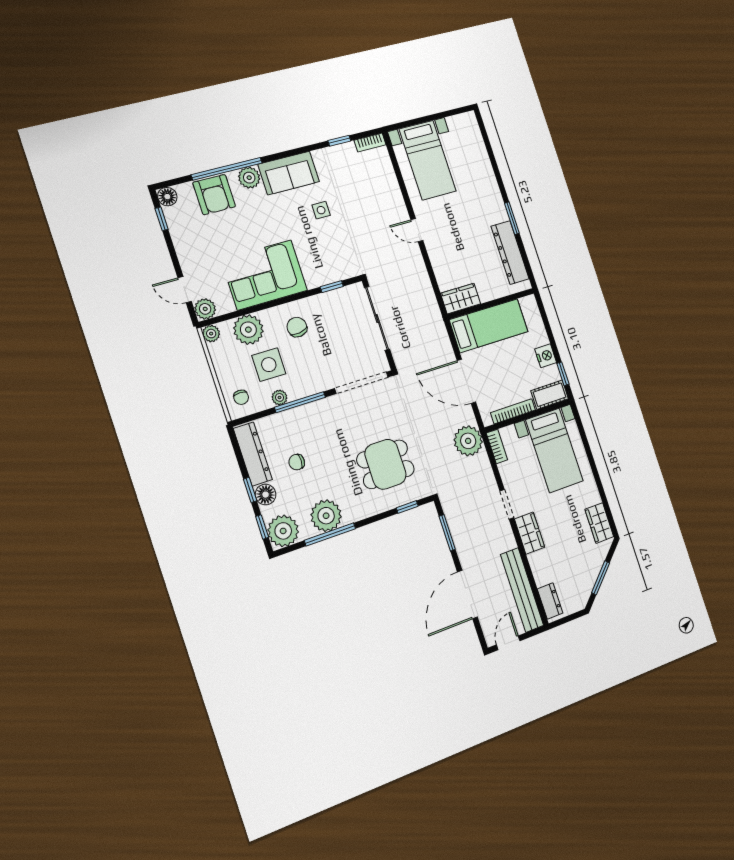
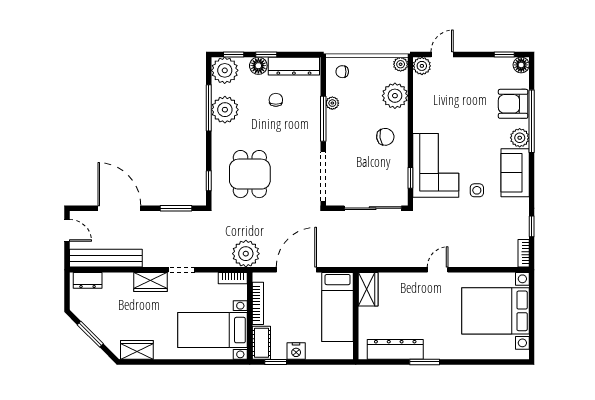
bed with nightstands: (428, 160) -> (496, 311), width x1.36
corner sofa: (264, 275) -> (436, 165), moved
side table: (269, 365) -> (362, 103), removed

